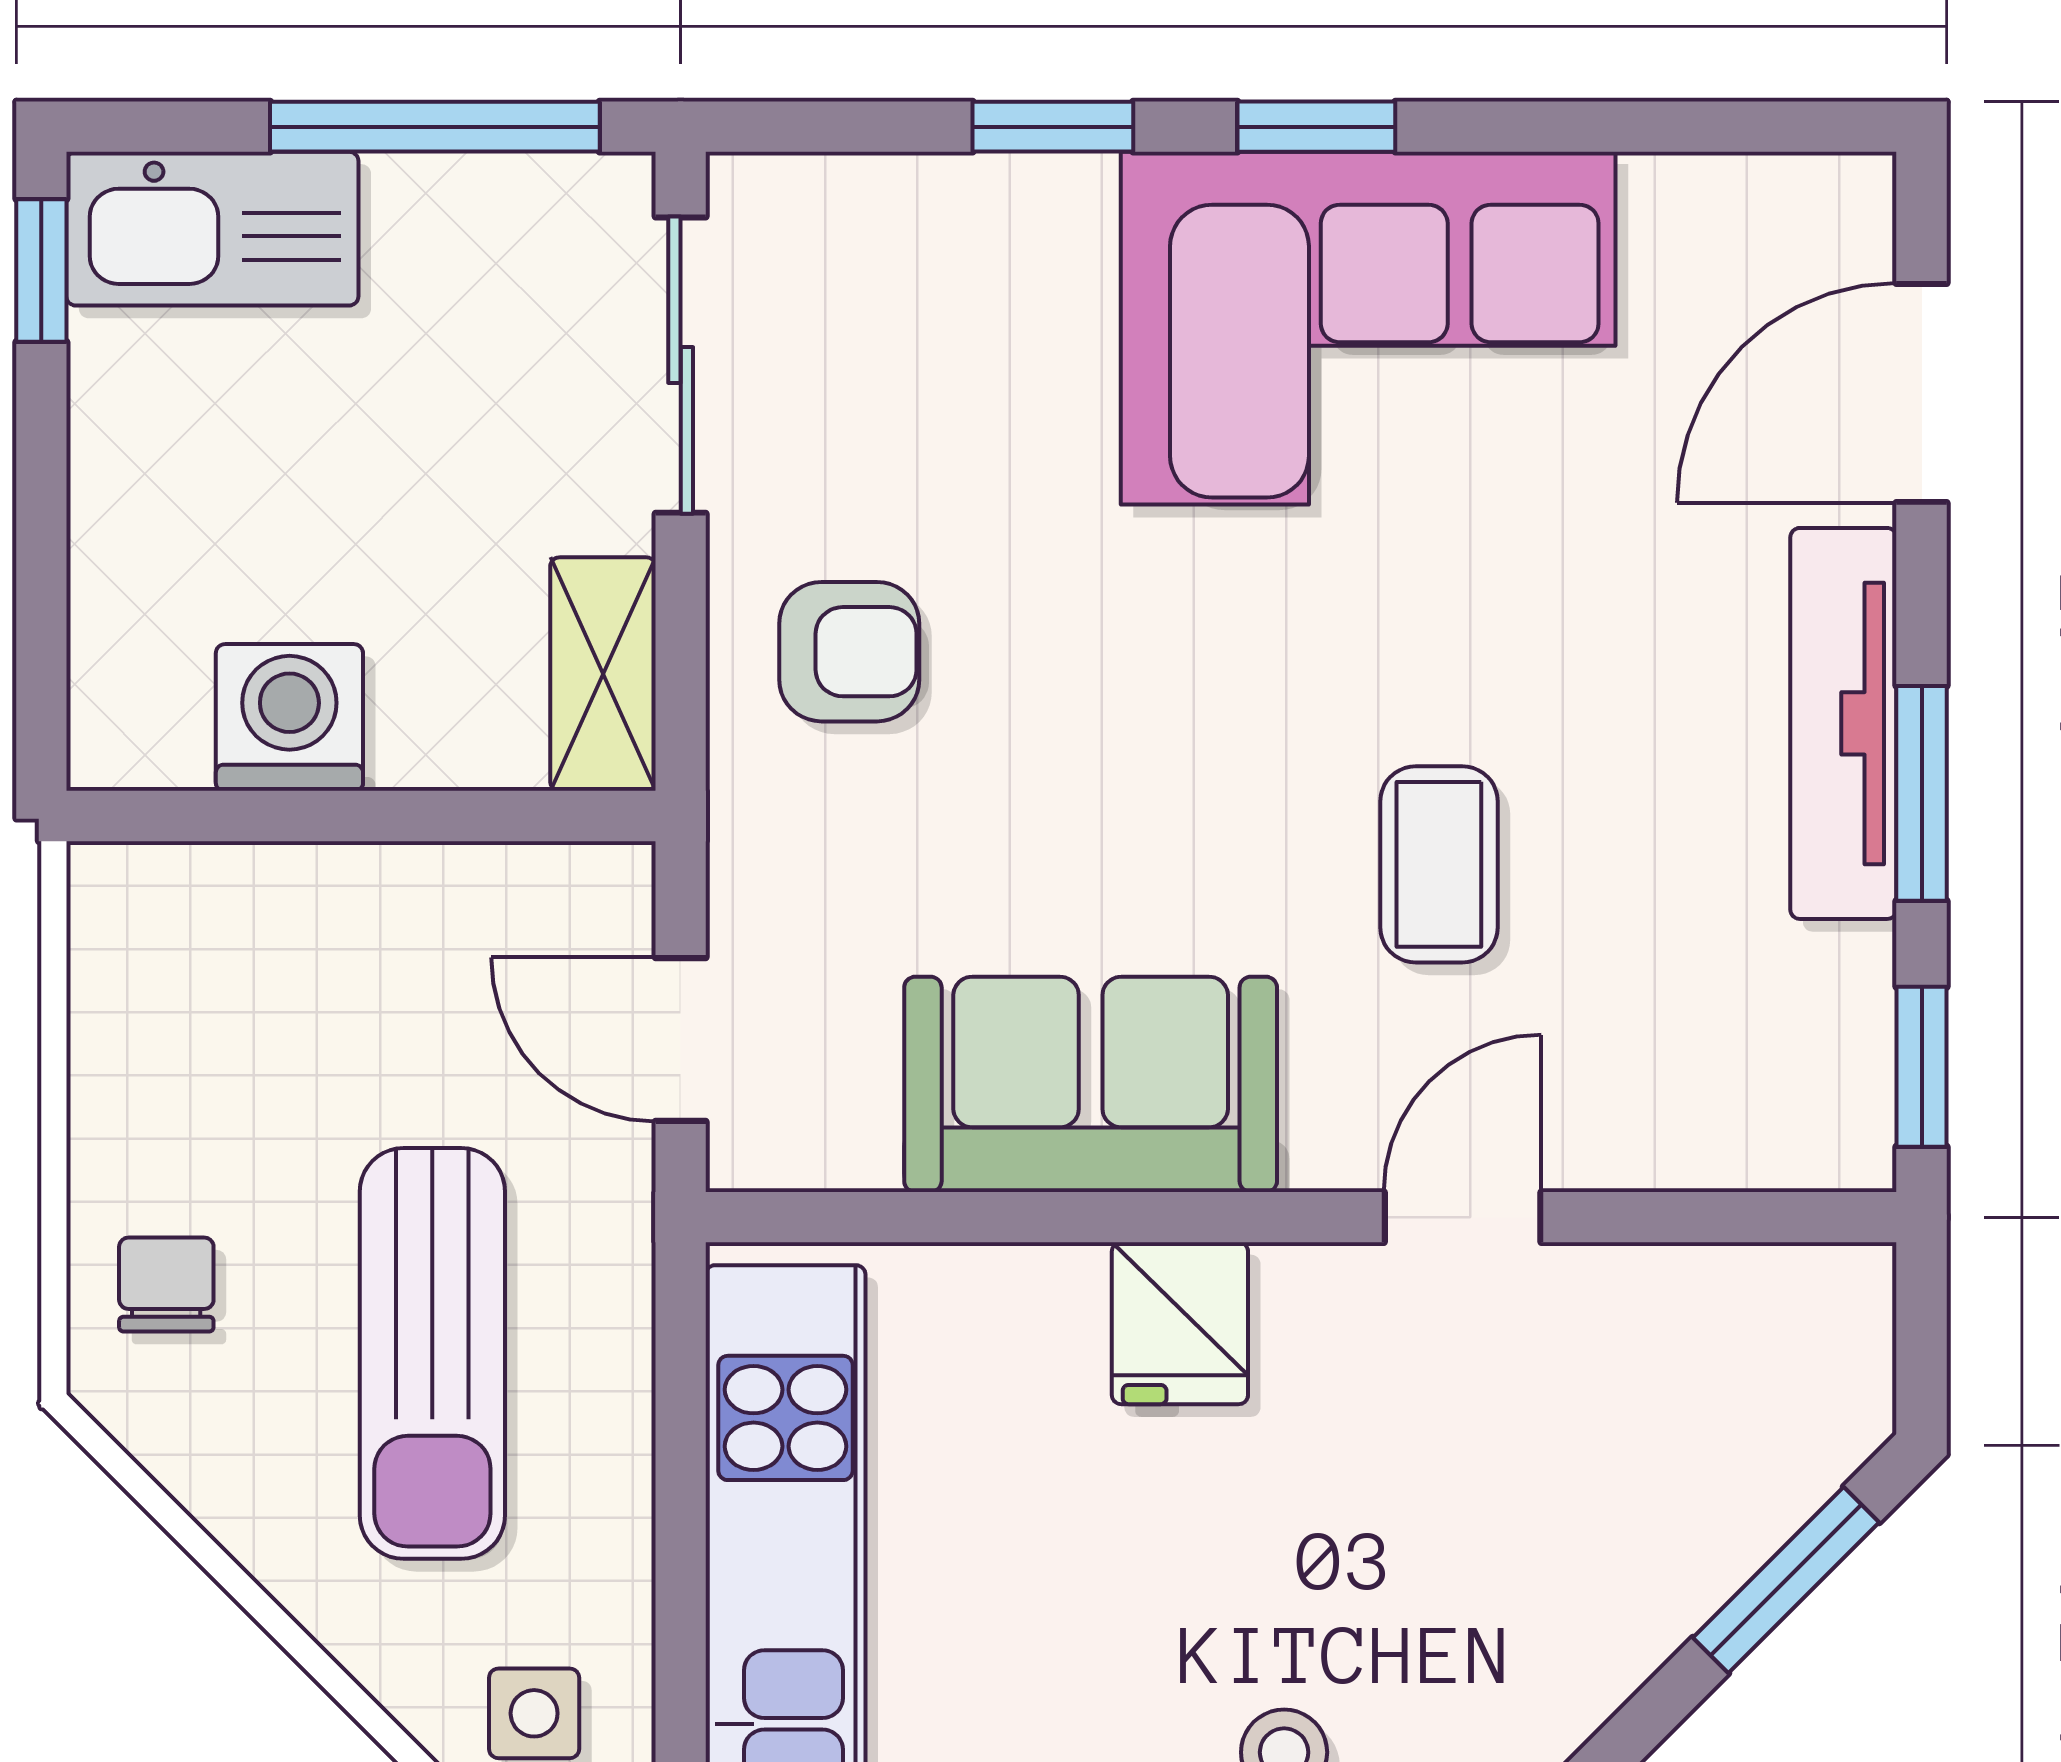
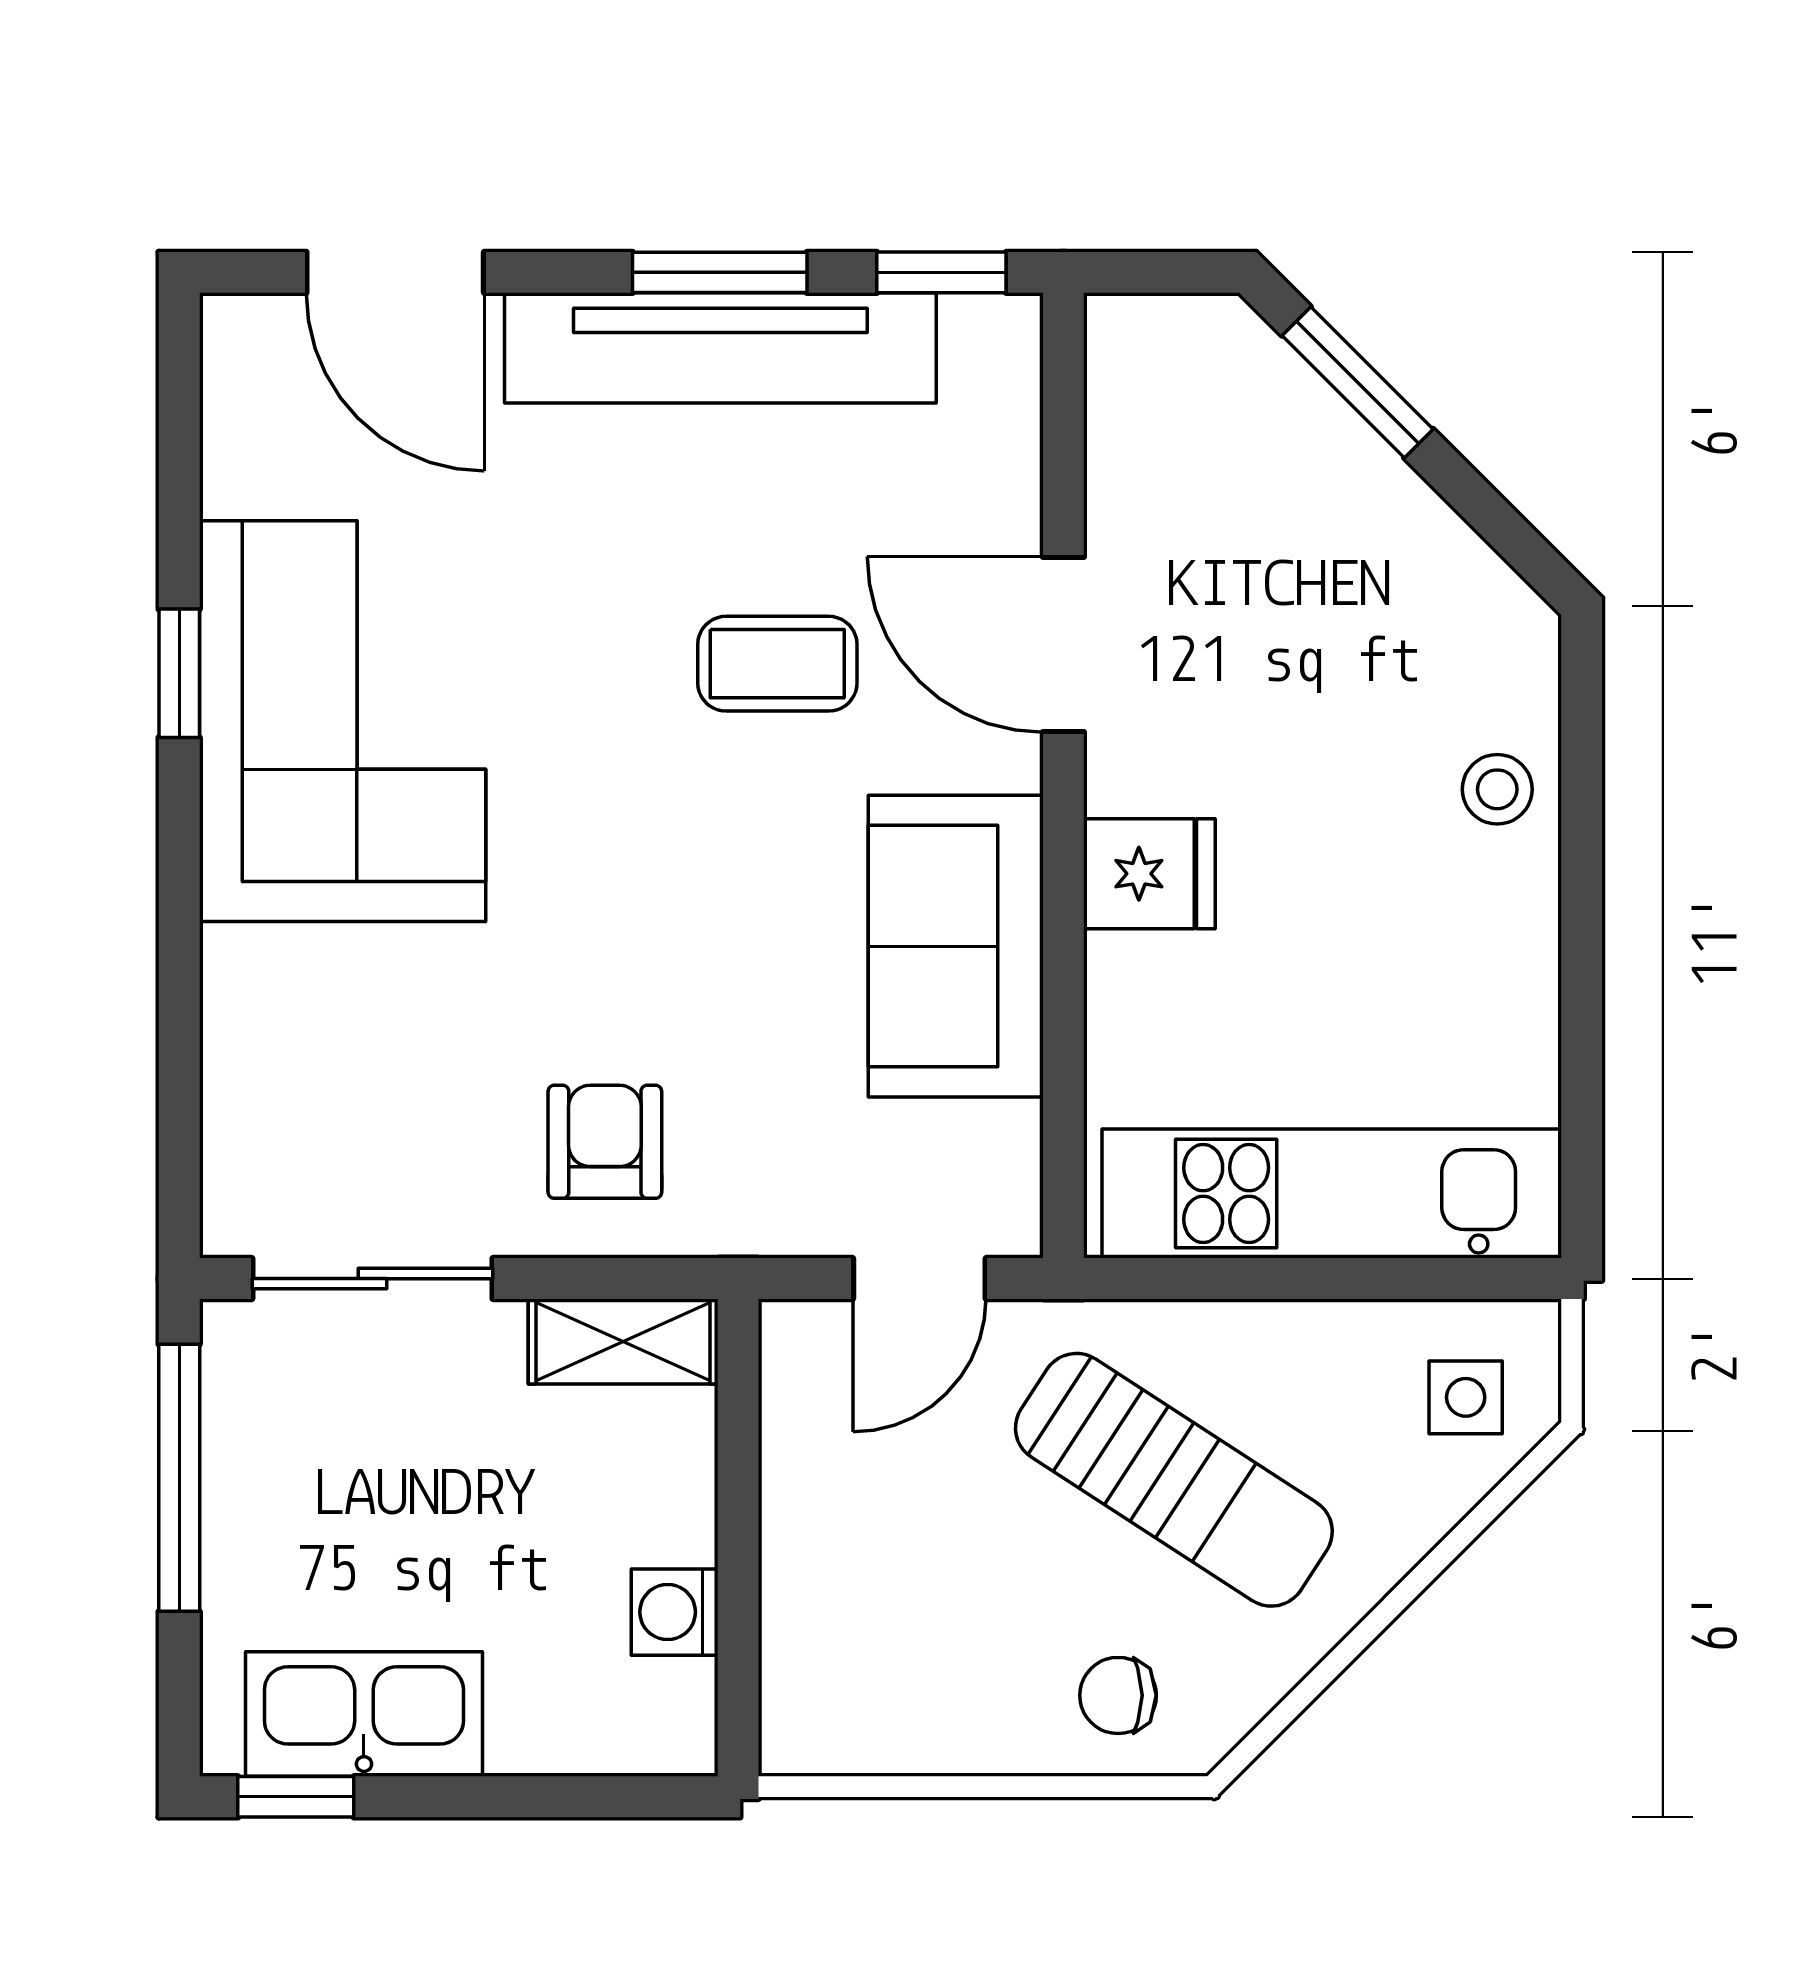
window: (1053, 127) -> (179, 977), removed
window: (1316, 127) -> (179, 673), moved
kitchen sink: (212, 229) -> (364, 1714), moved, turned -90
washing machine: (289, 717) -> (675, 1612), width x0.73, depth x0.73
tv unit: (1843, 723) -> (720, 348), width x1.36, depth x1.29
door: (1463, 1217) -> (1063, 645), width x1.38
sun lounger: (432, 1353) -> (1174, 1480), turned 33

